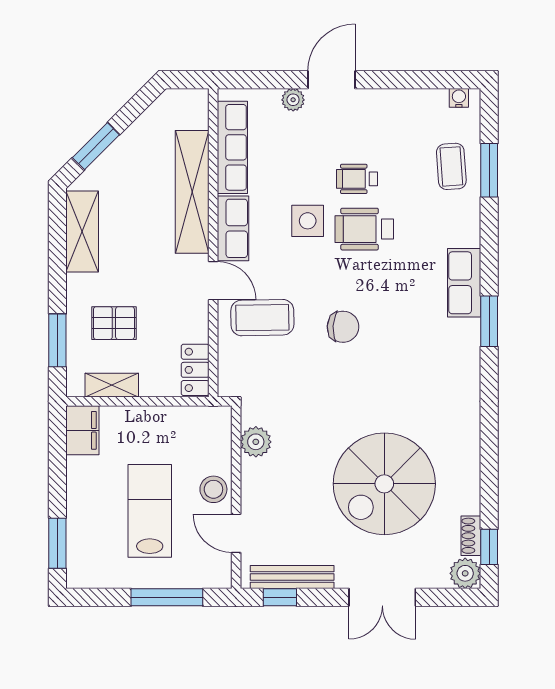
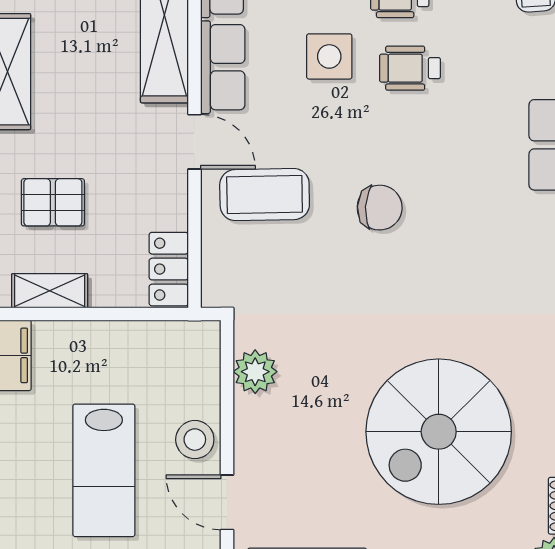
wheelchair: (364, 229) -> (410, 68), width x0.73, depth x0.73
lab bench: (150, 511) -> (104, 470), turned 180

